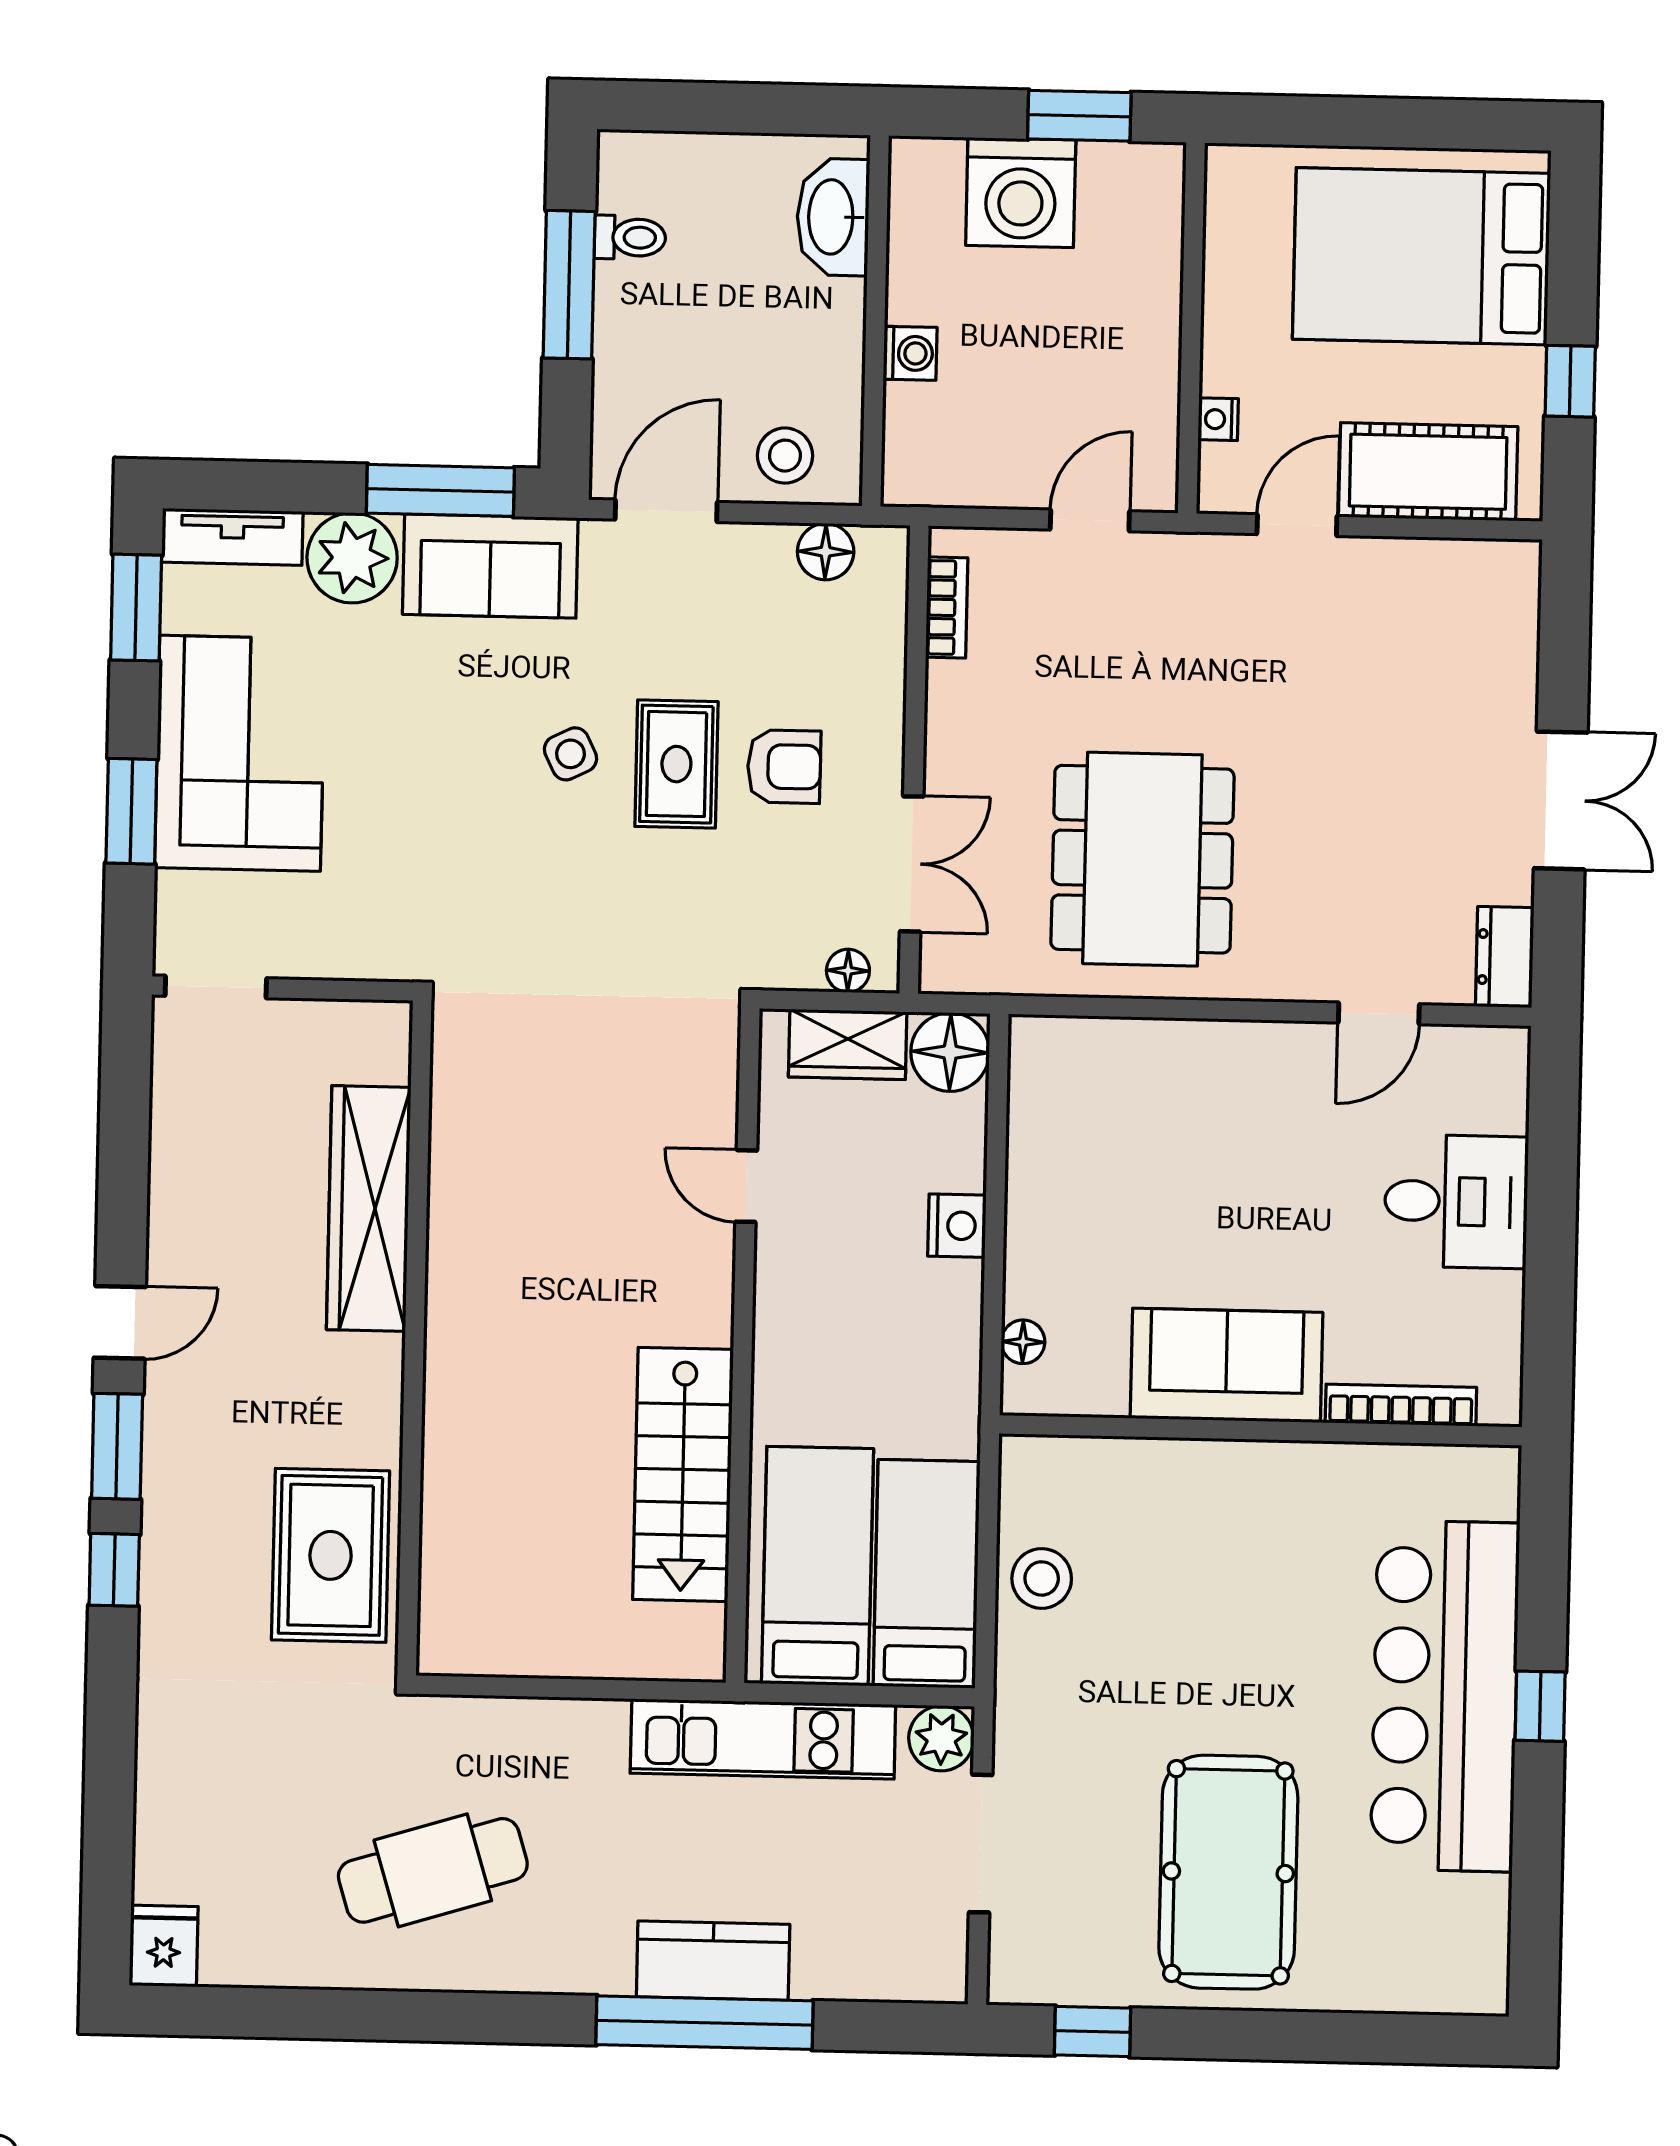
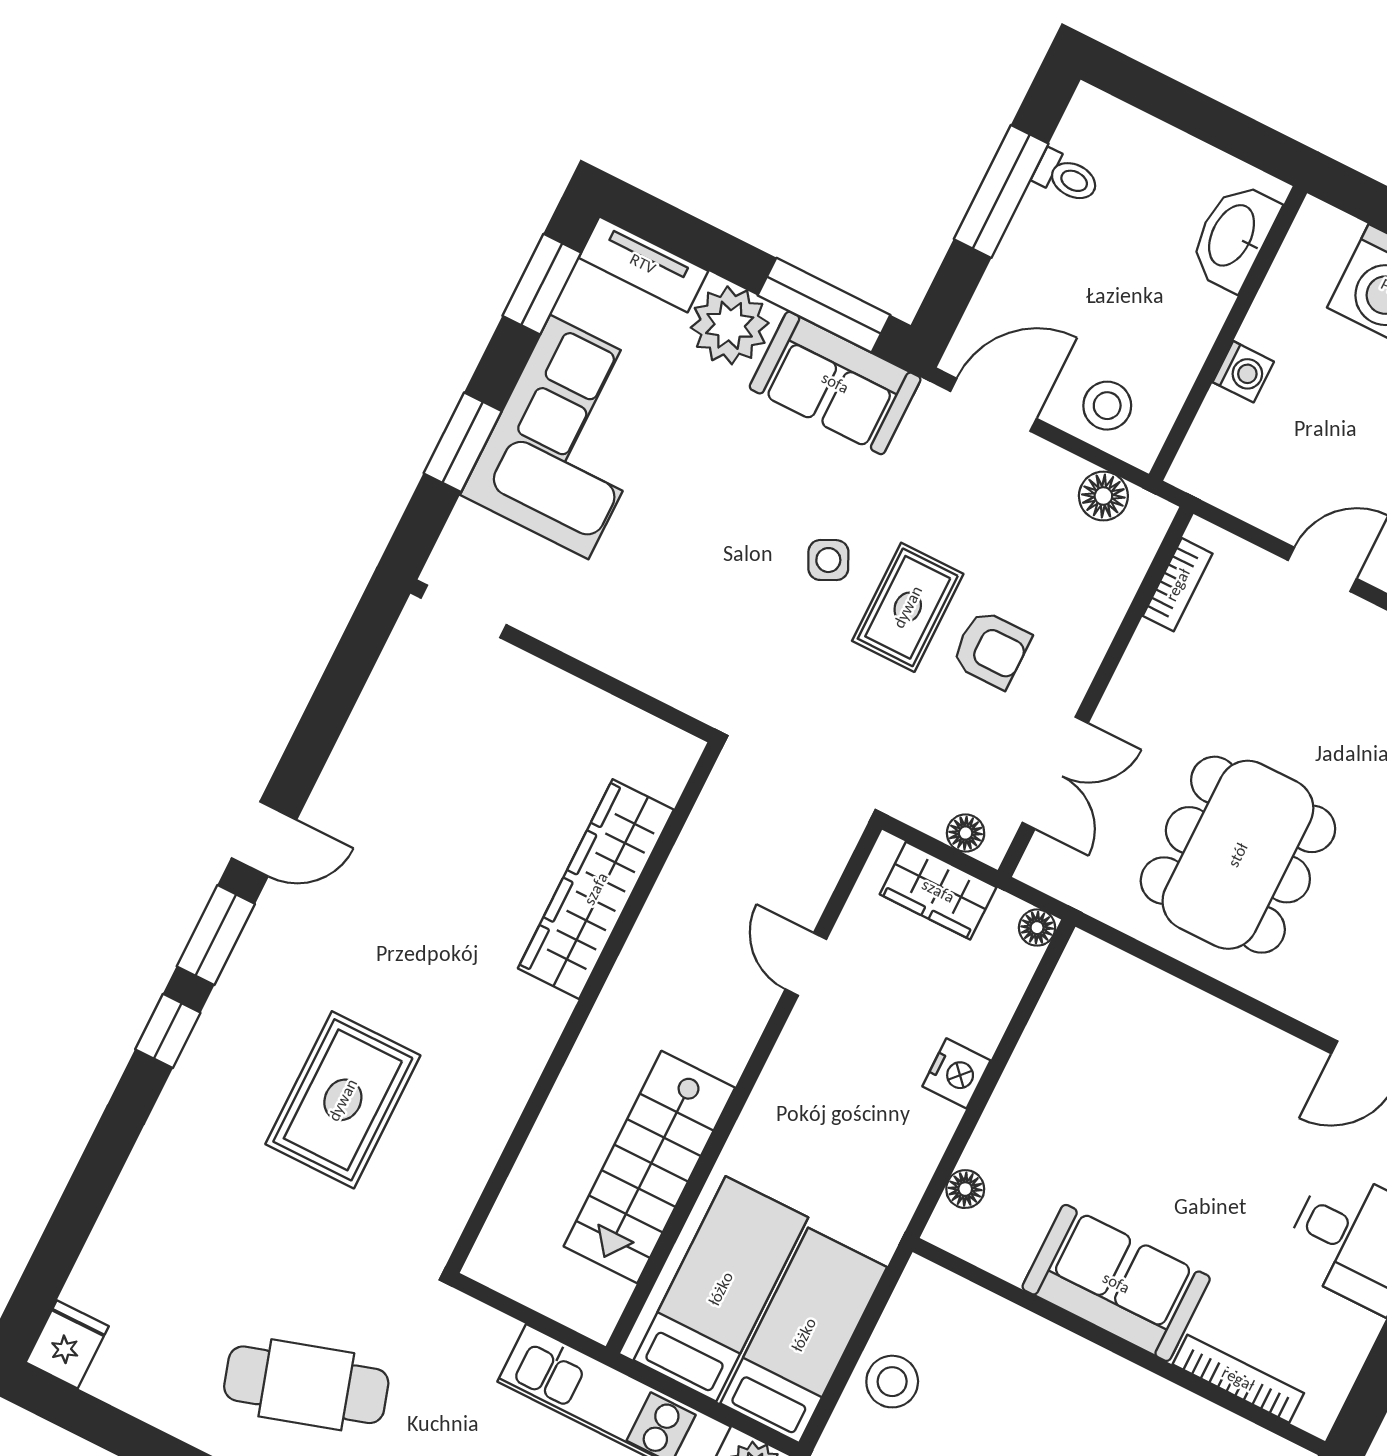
floor lamp: (950, 1052) -> (1037, 928), width x0.53, depth x0.53
wardrobe: (369, 1208) -> (596, 889), moved
wall: (414, 1338) -> (584, 1008), moved

